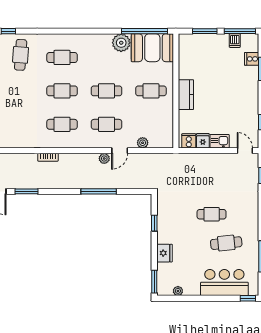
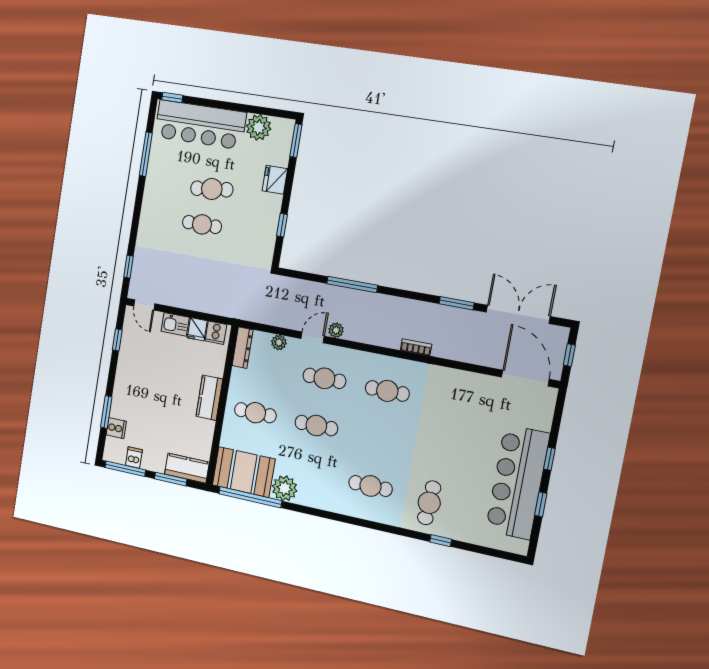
kitchen counter: (194, 41) -> (187, 468), added
cafe table: (62, 91) -> (379, 439), removed
dresser: (168, 134) -> (243, 348), added
cafe table: (226, 243) -> (212, 189), moved
bar counter: (224, 283) -> (200, 125), width x1.36
plant: (178, 291) -> (259, 127), width x1.88, depth x1.88

